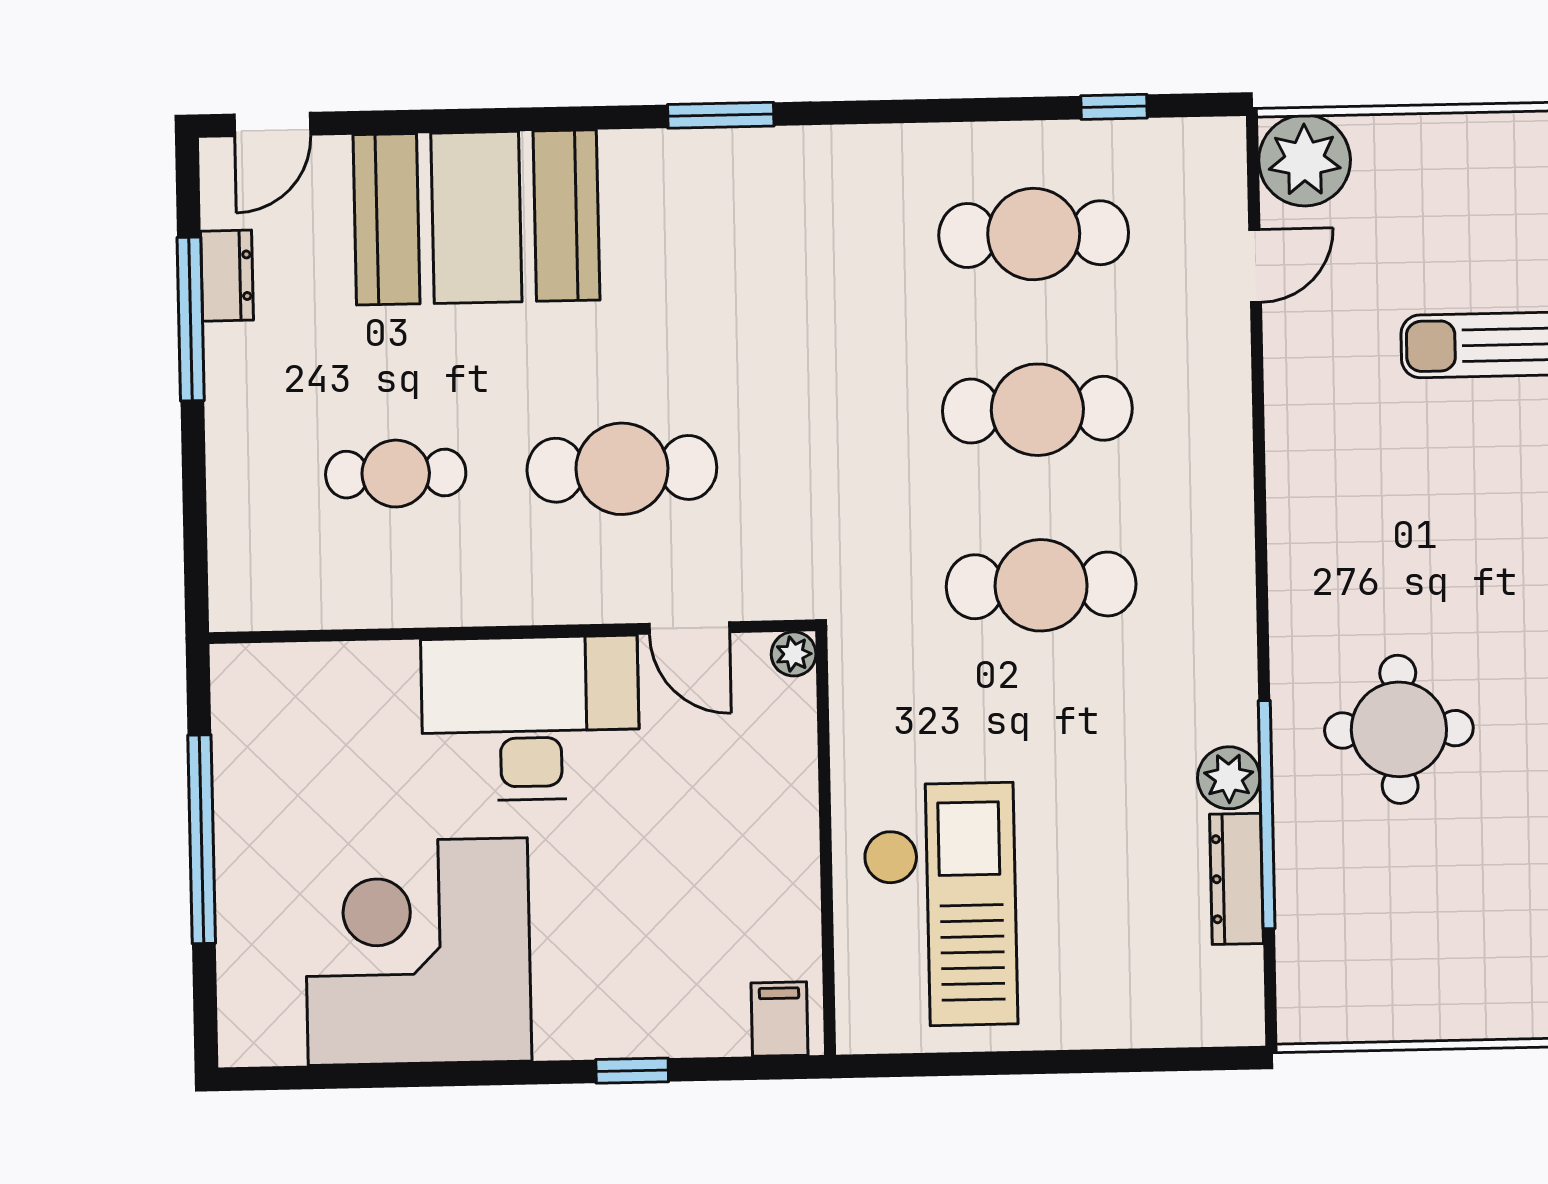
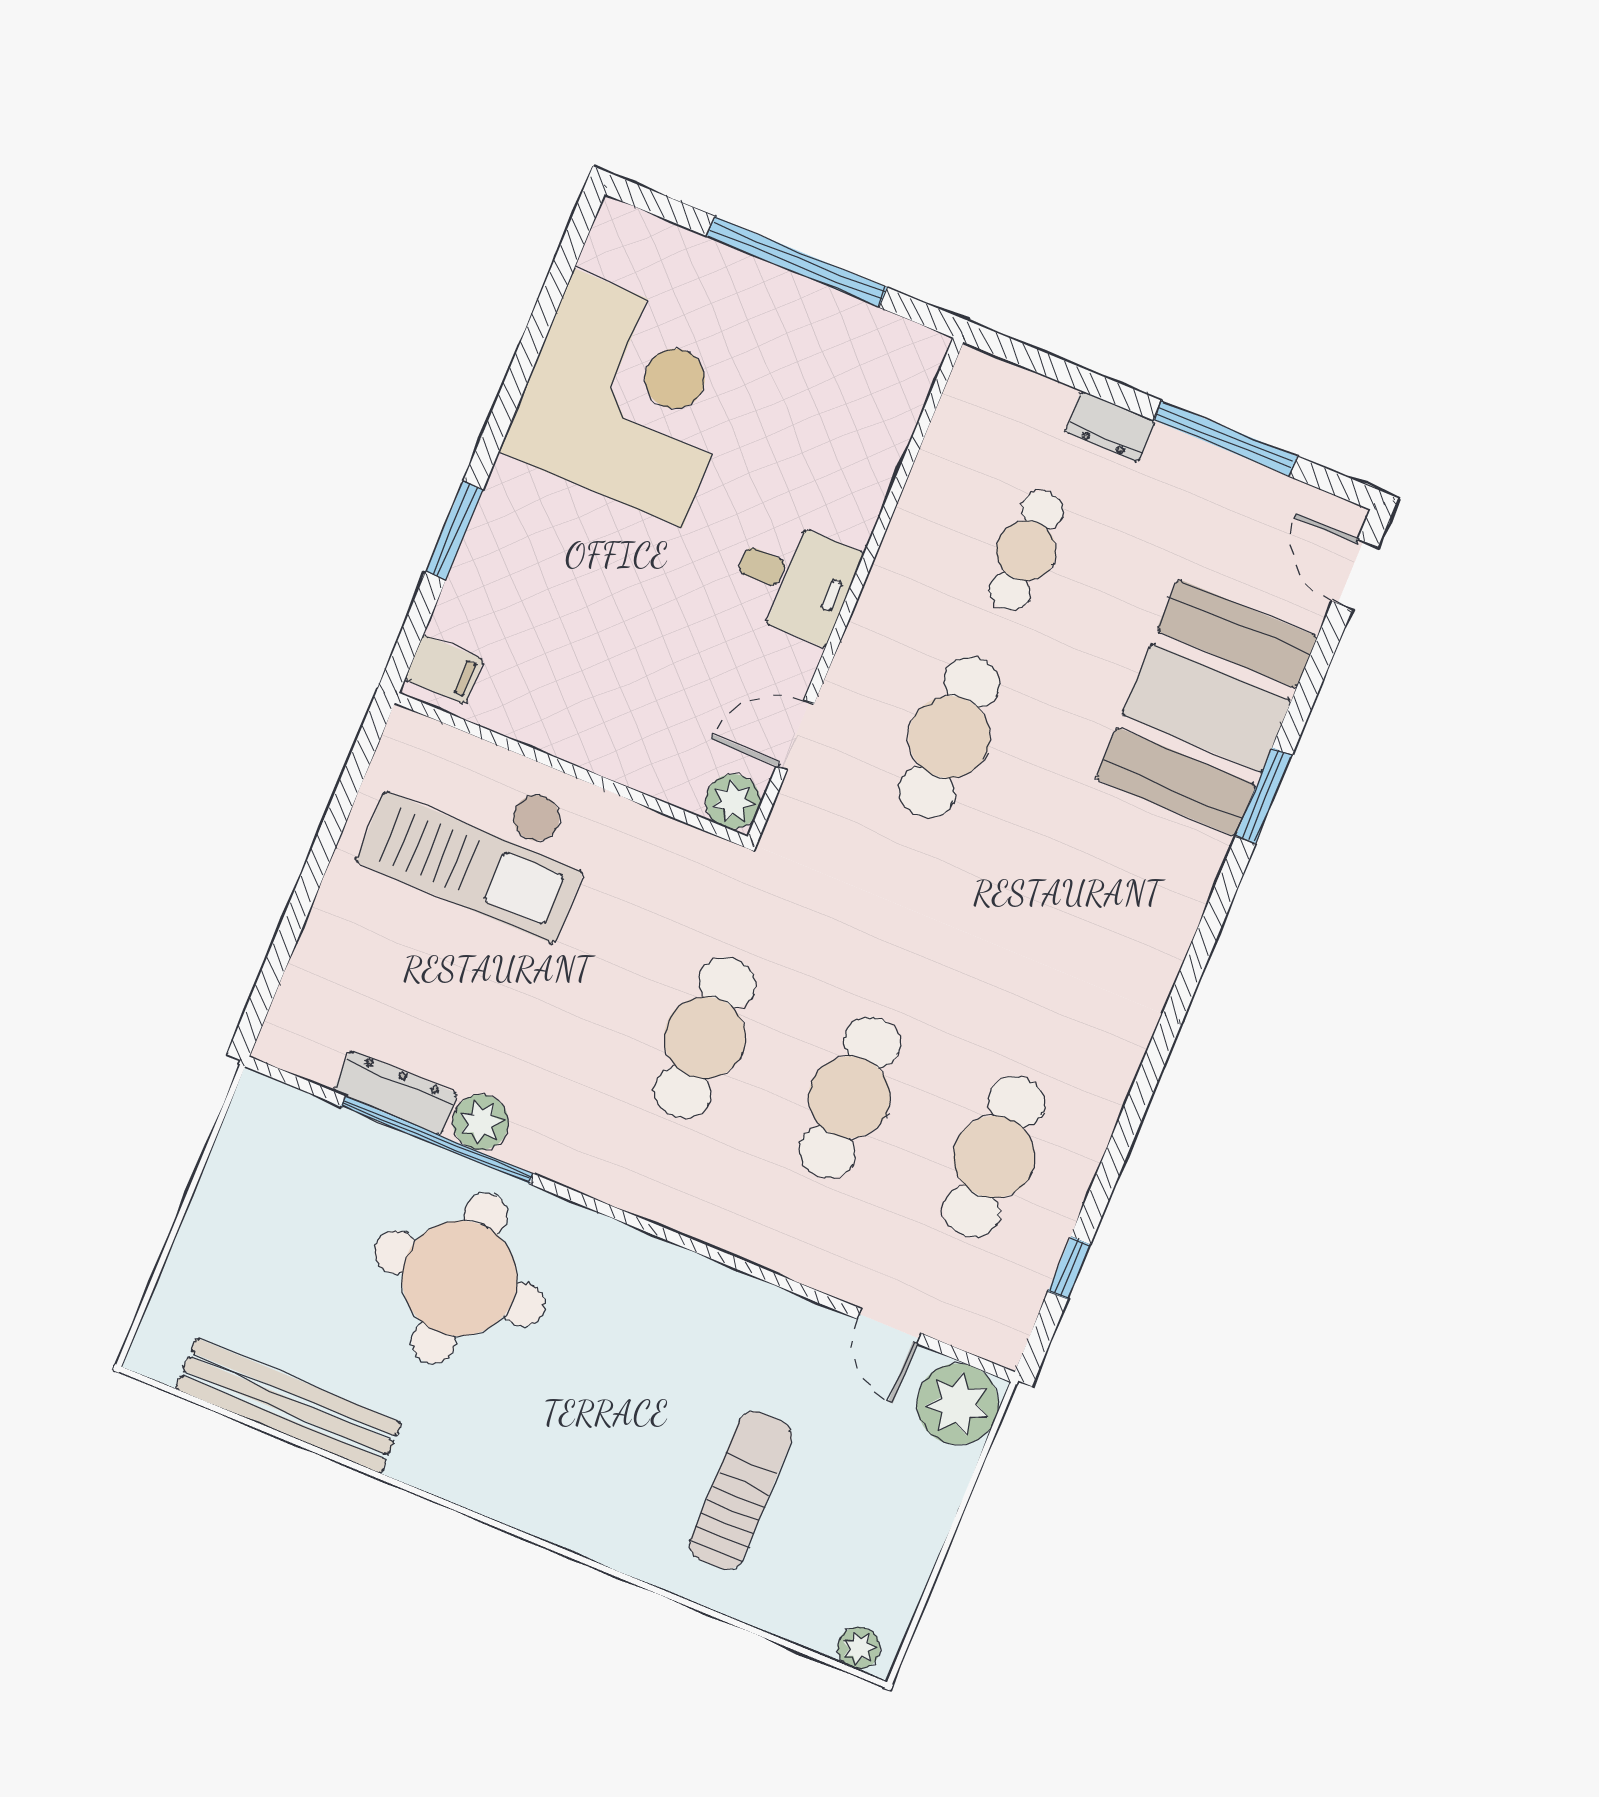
window: (721, 115) -> (1264, 795), moved
dresser: (227, 276) -> (1110, 427), moved
plant: (794, 654) -> (733, 801), width x1.38, depth x1.38
desk: (530, 718) -> (794, 580), width x0.53, depth x0.77
round table: (1399, 729) -> (460, 1278), width x1.36, depth x1.36
window: (632, 1071) -> (454, 531), width x1.50

